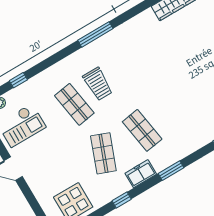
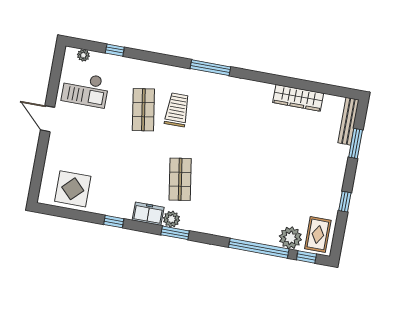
trolley: (98, 84) -> (177, 110), turned 180
shop shelf: (103, 153) -> (132, 171), removed
plant: (160, 163) -> (172, 219), added

